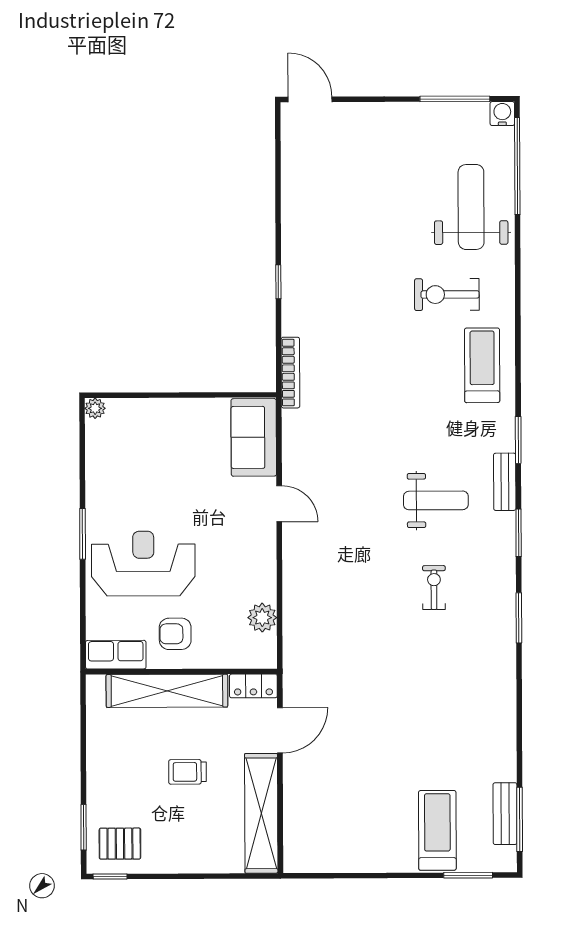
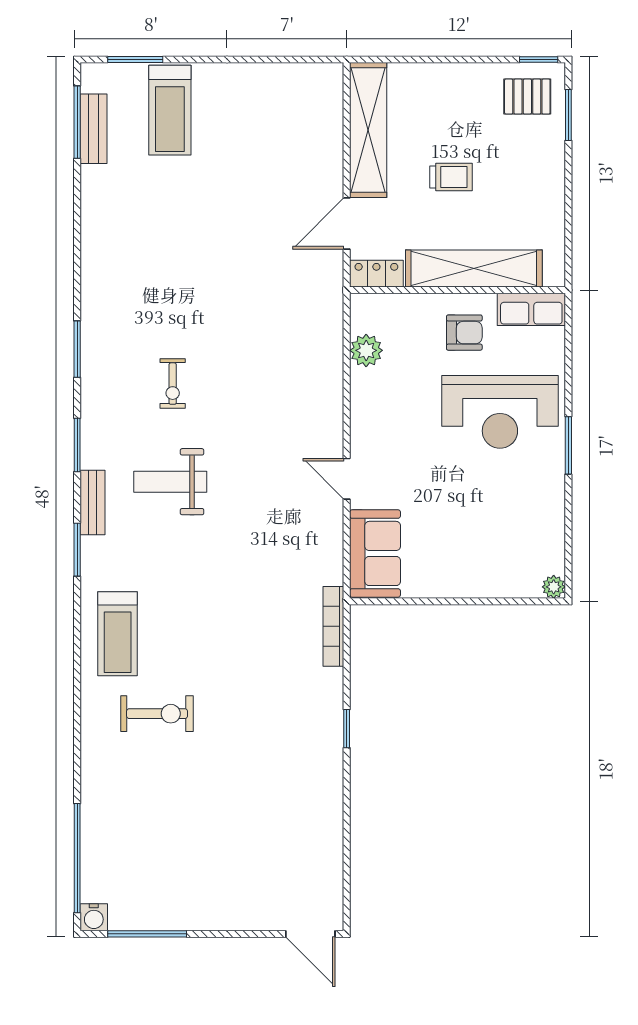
weight bench: (471, 207) -> (129, 812), removed

